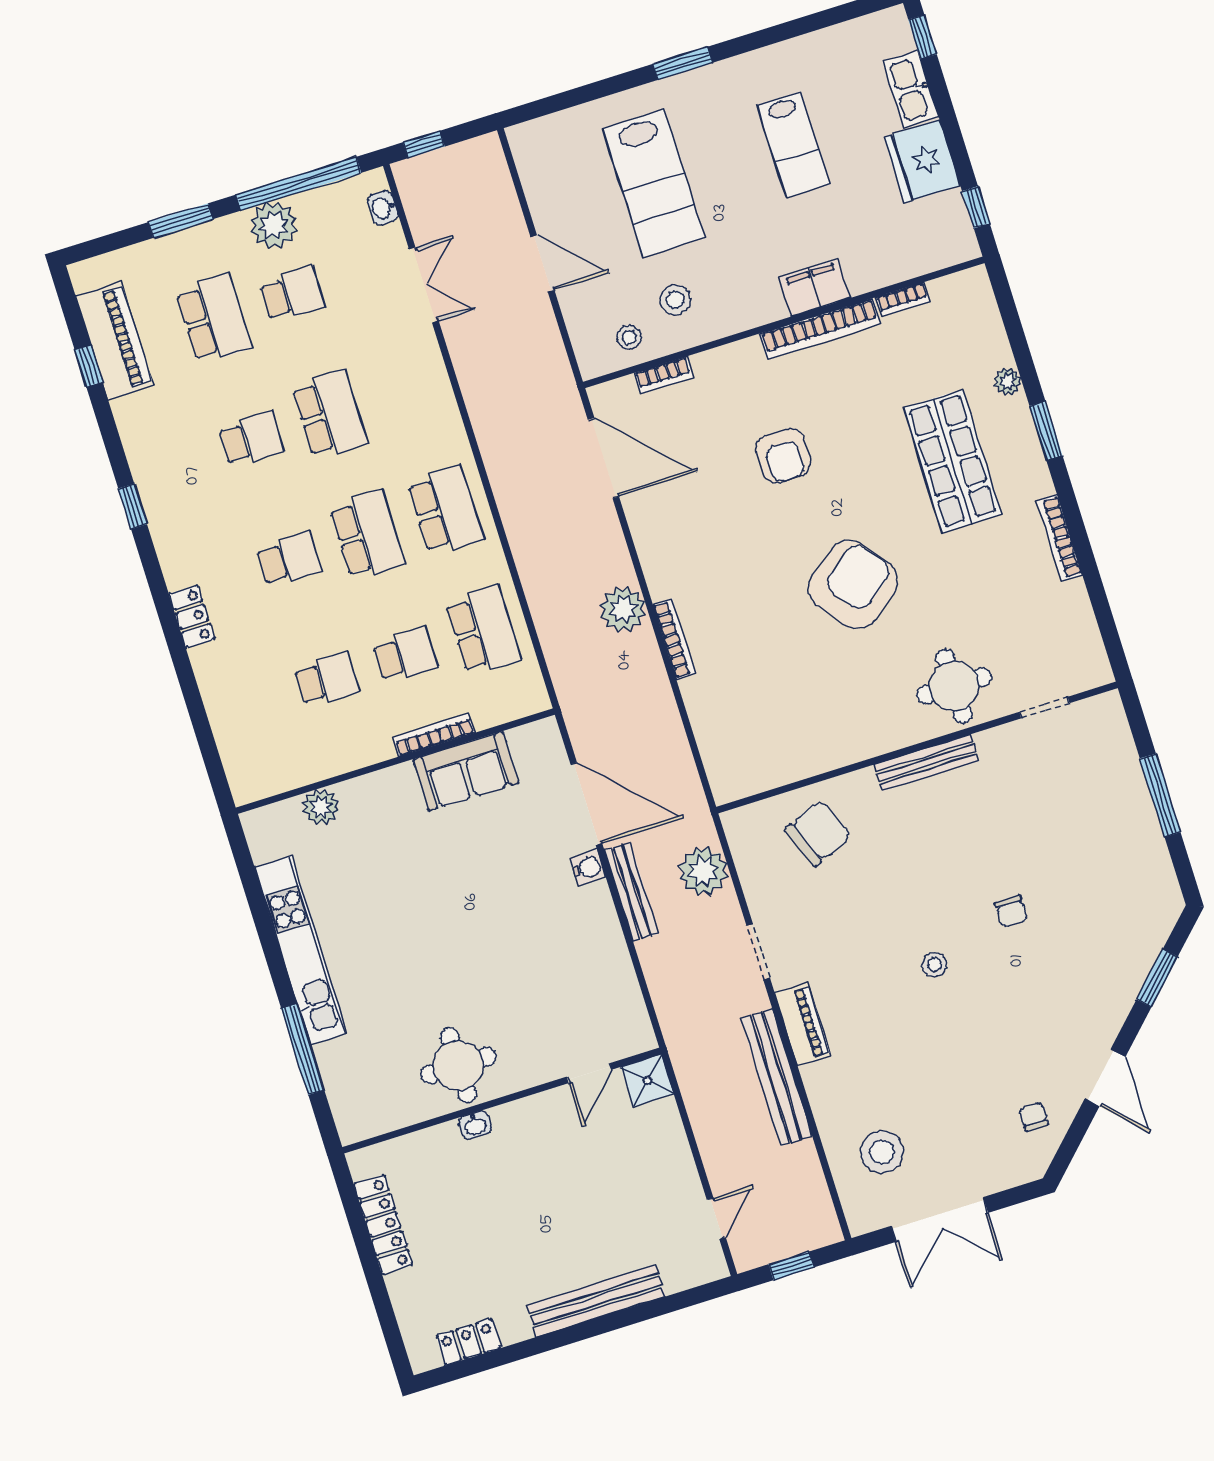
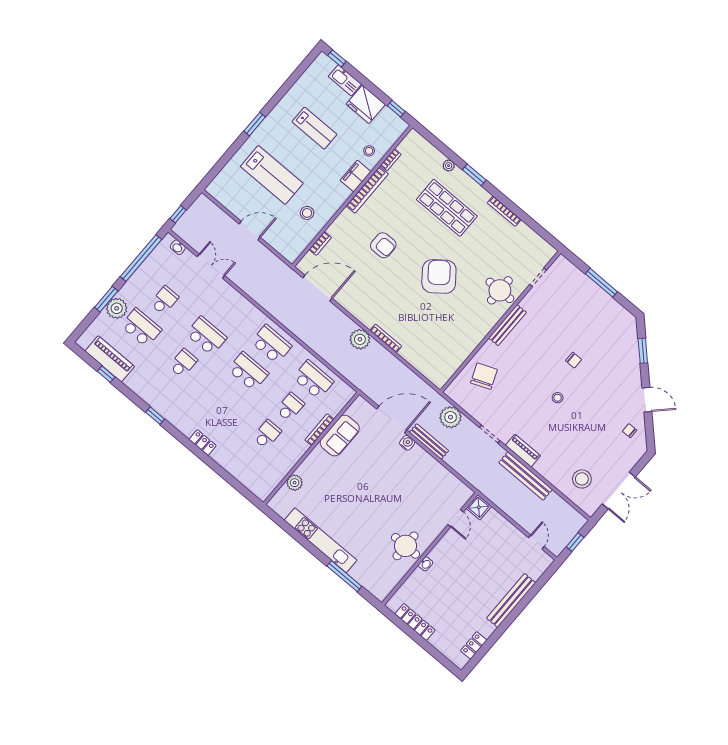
plant: (274, 225) -> (117, 308), moved
stool: (629, 337) -> (369, 151), moved
school desk: (289, 559) -> (225, 399), removed

